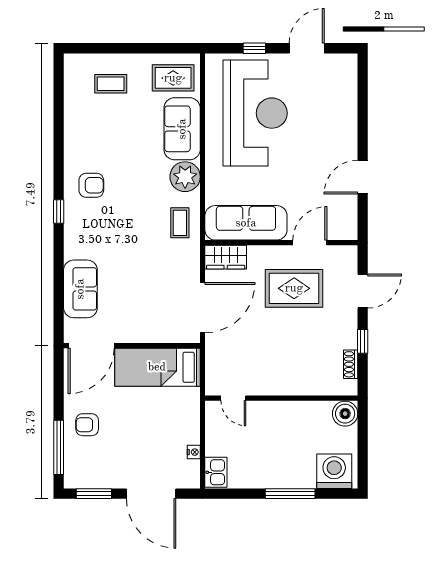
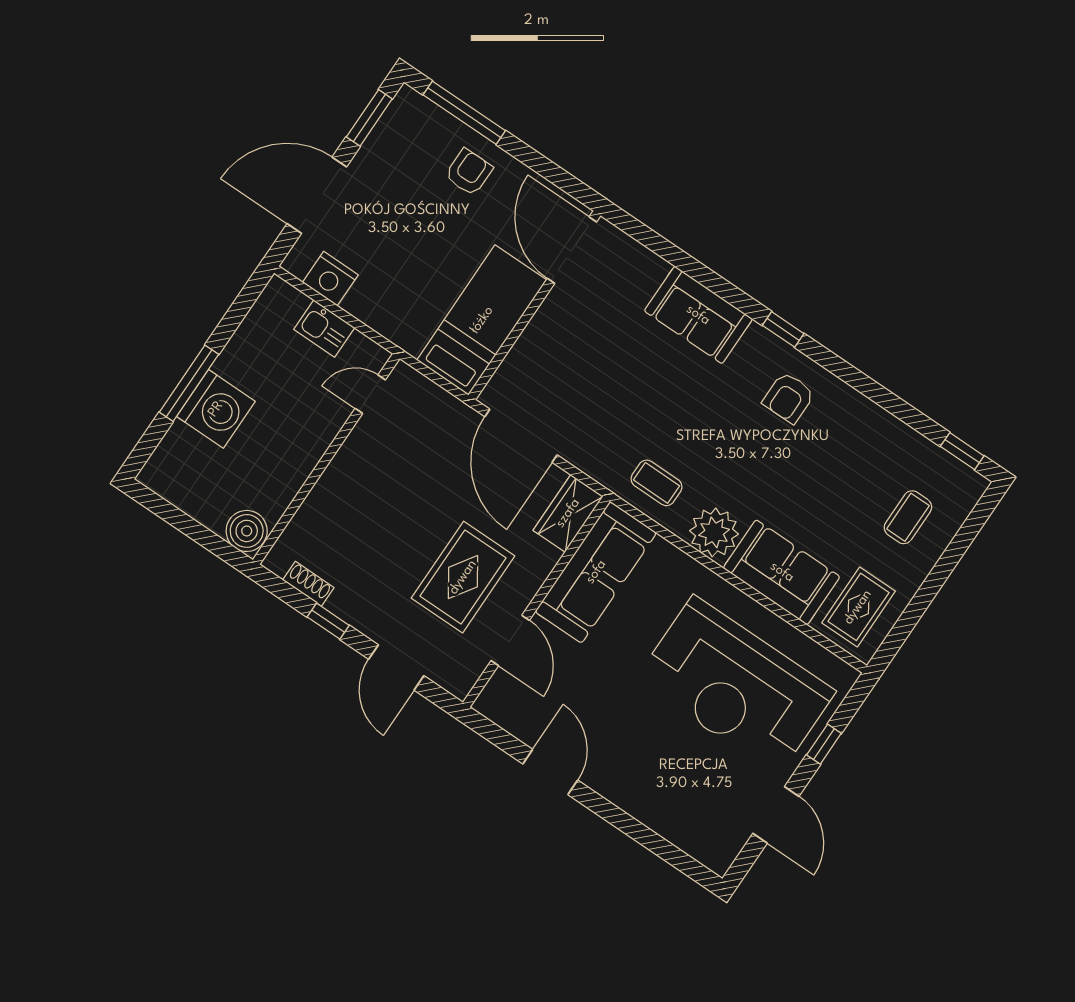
window: (59, 79) -> (962, 451), added
sofa: (80, 289) -> (698, 315), moved
nightstand: (194, 452) -> (330, 279), width x1.89, depth x1.79
washing machine: (334, 471) -> (216, 409), moved
kitchen sink: (216, 472) -> (324, 329), moved

